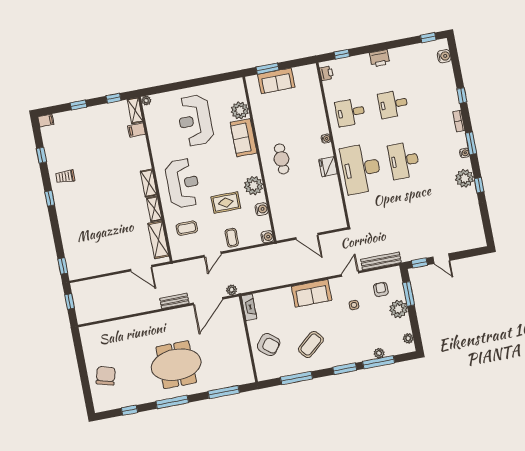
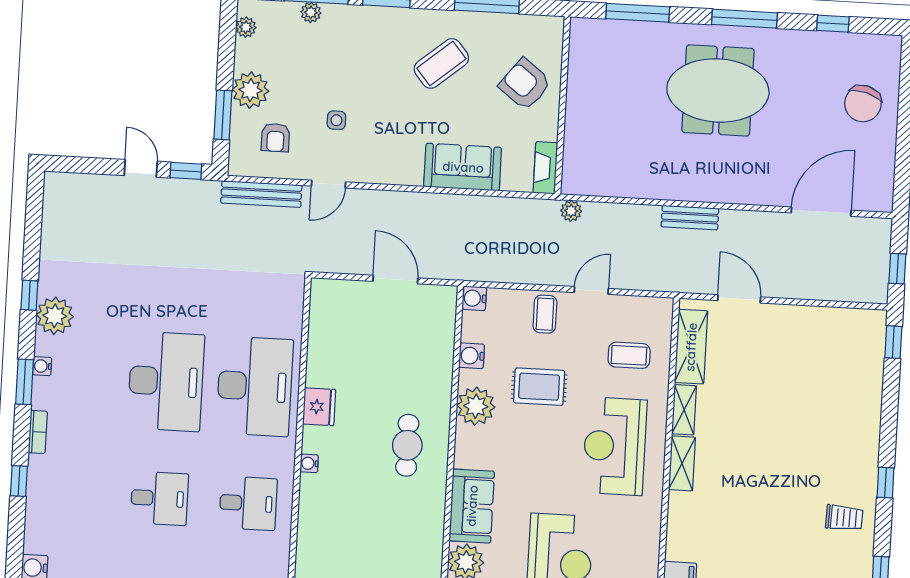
desk: (404, 160) -> (166, 381), width x1.36, depth x1.30
sofa: (312, 293) -> (463, 167), moved
door: (208, 301) -> (821, 212), moved

